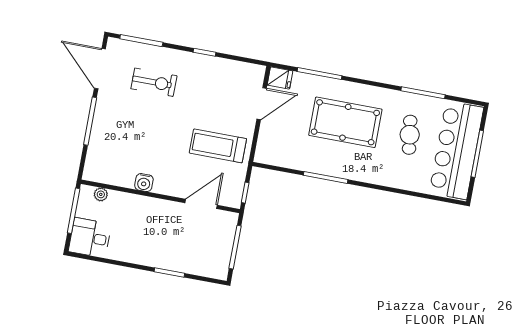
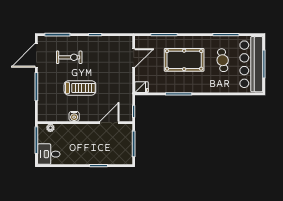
door: (100, 69) -> (36, 55), hinge flipped
fridge: (280, 78) -> (142, 87), moved
treadmill: (218, 146) -> (80, 88), moved, turned 180

